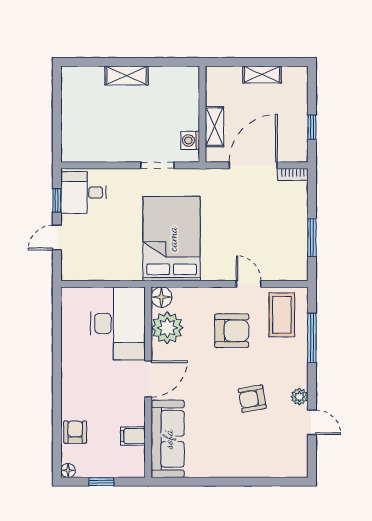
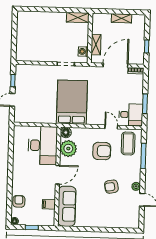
shelving: (126, 76) -> (78, 18), moved
desk: (83, 193) -> (131, 115), moved, turned 180

